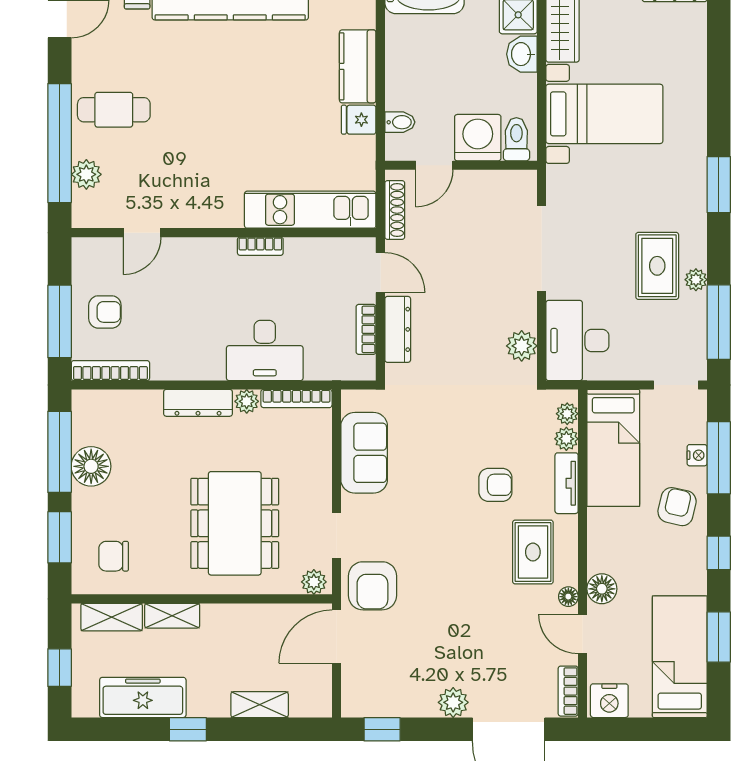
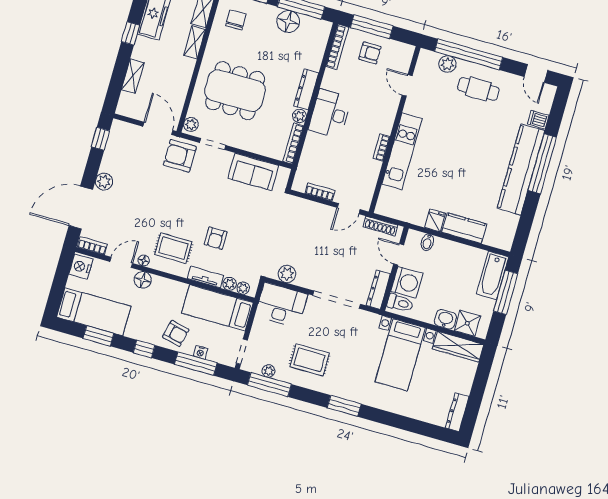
cafe table: (114, 110) -> (478, 89), turned 90
kitchen unit: (310, 210) -> (402, 151), moved
plant: (696, 280) -> (268, 371), moved
armchair: (105, 312) -> (370, 53), turned -90
dresser: (398, 329) -> (378, 290), moved, turned 90
desk: (265, 350) -> (330, 114), moved

